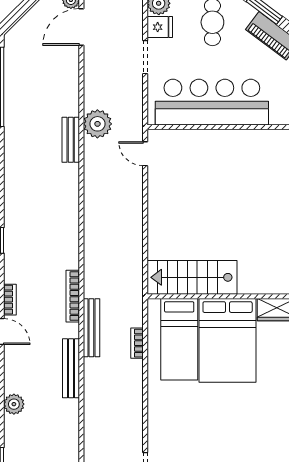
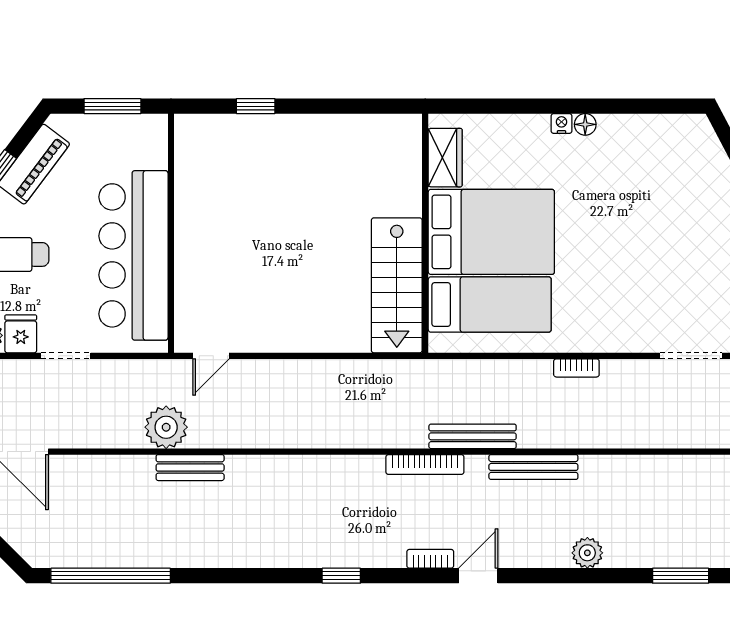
bookcase: (137, 343) -> (576, 368), moved

